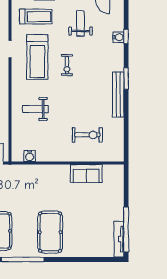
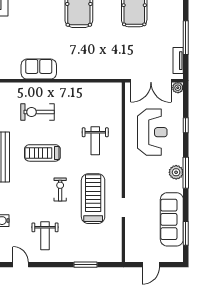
treadmill: (36, 17) -> (42, 153), moved
weight bench: (35, 109) -> (95, 141), turned 90
water cooler: (30, 156) -> (102, 89), removed

